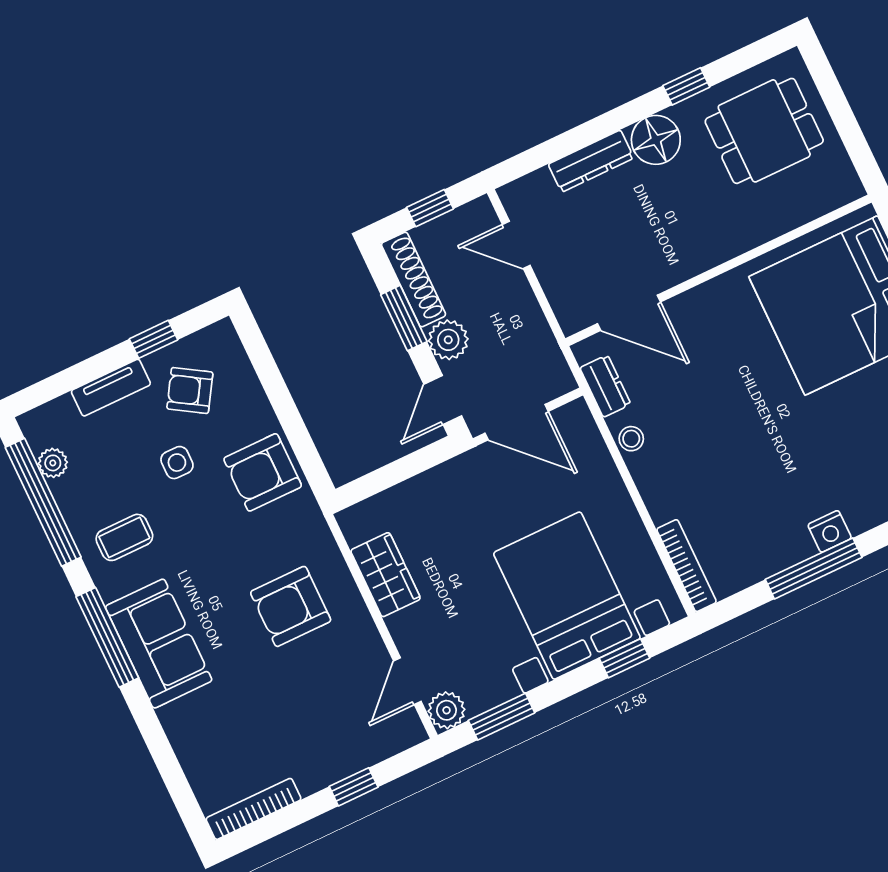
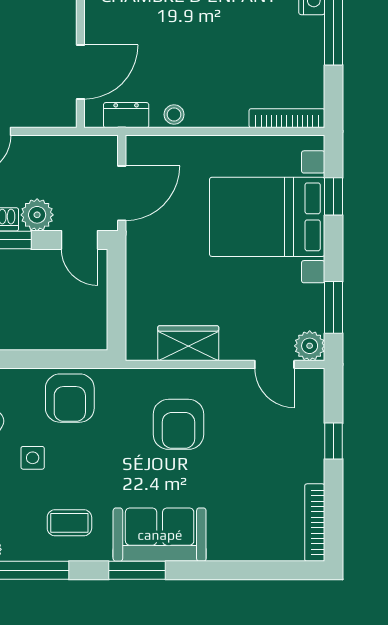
coffee table: (124, 537) -> (69, 523), turned 90
window: (107, 637) -> (137, 570), width x0.69

